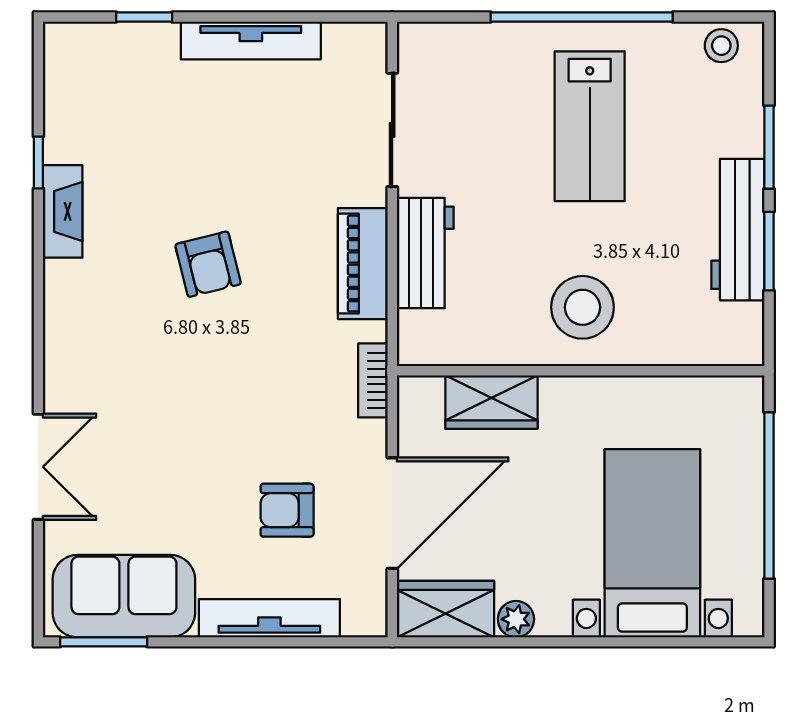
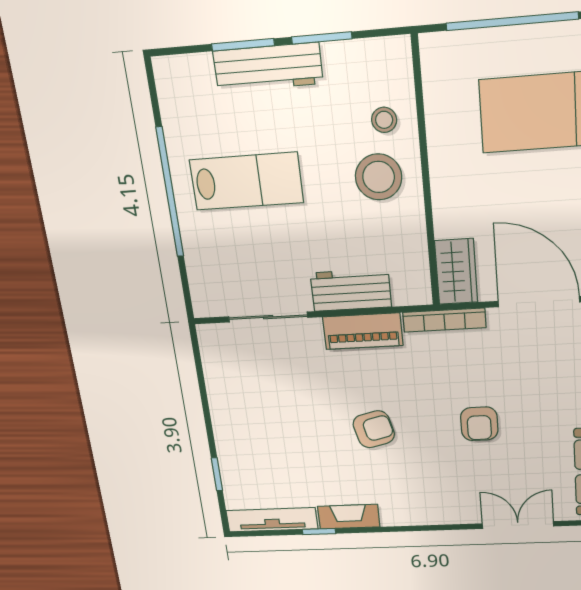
tv unit: (251, 40) -> (272, 520), moved, turned -90
stool: (721, 46) -> (384, 120), moved
workbench: (738, 230) -> (268, 67), moved
bookcase: (373, 380) -> (444, 320), width x1.56
wardrobe: (491, 402) -> (456, 272), moved
armchair: (287, 510) -> (479, 424), moved

